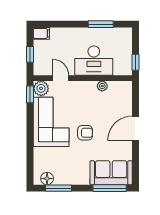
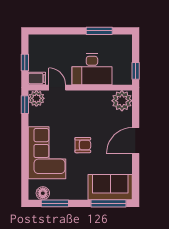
filing cabinet: (41, 33) -> (37, 78), moved
plant: (102, 86) -> (122, 101), moved, width x1.88, depth x1.88
corner sofa: (51, 122) -> (47, 153), moved

